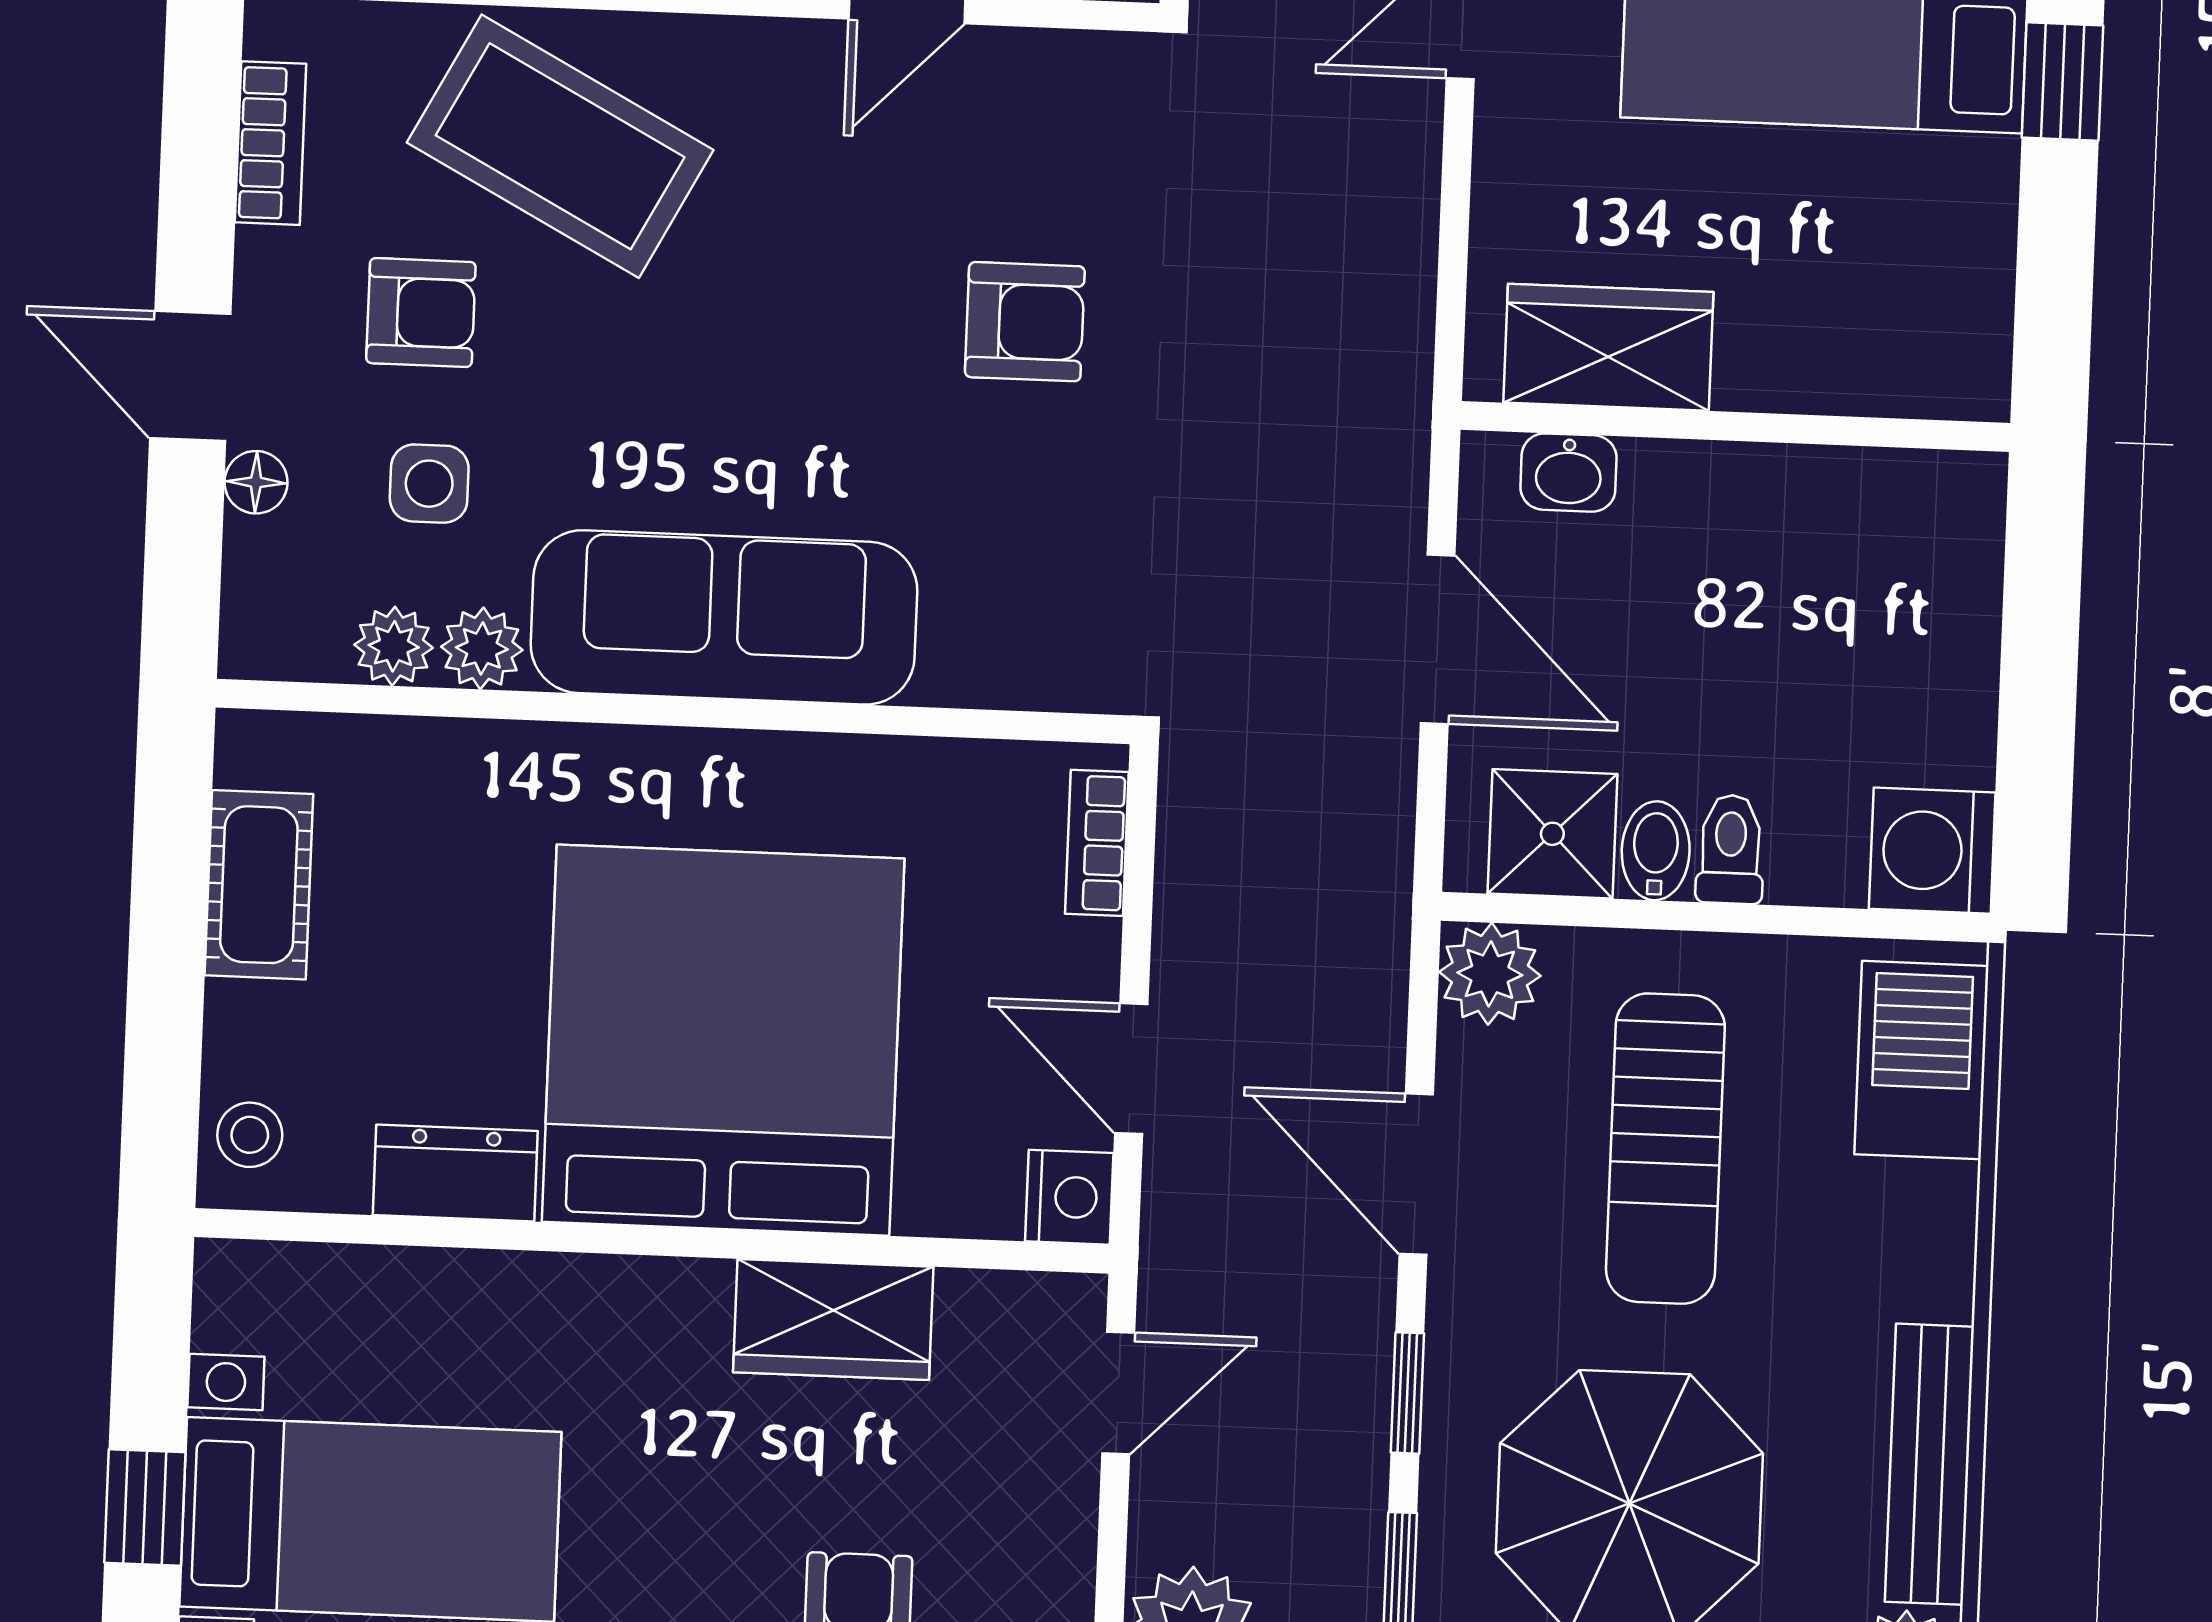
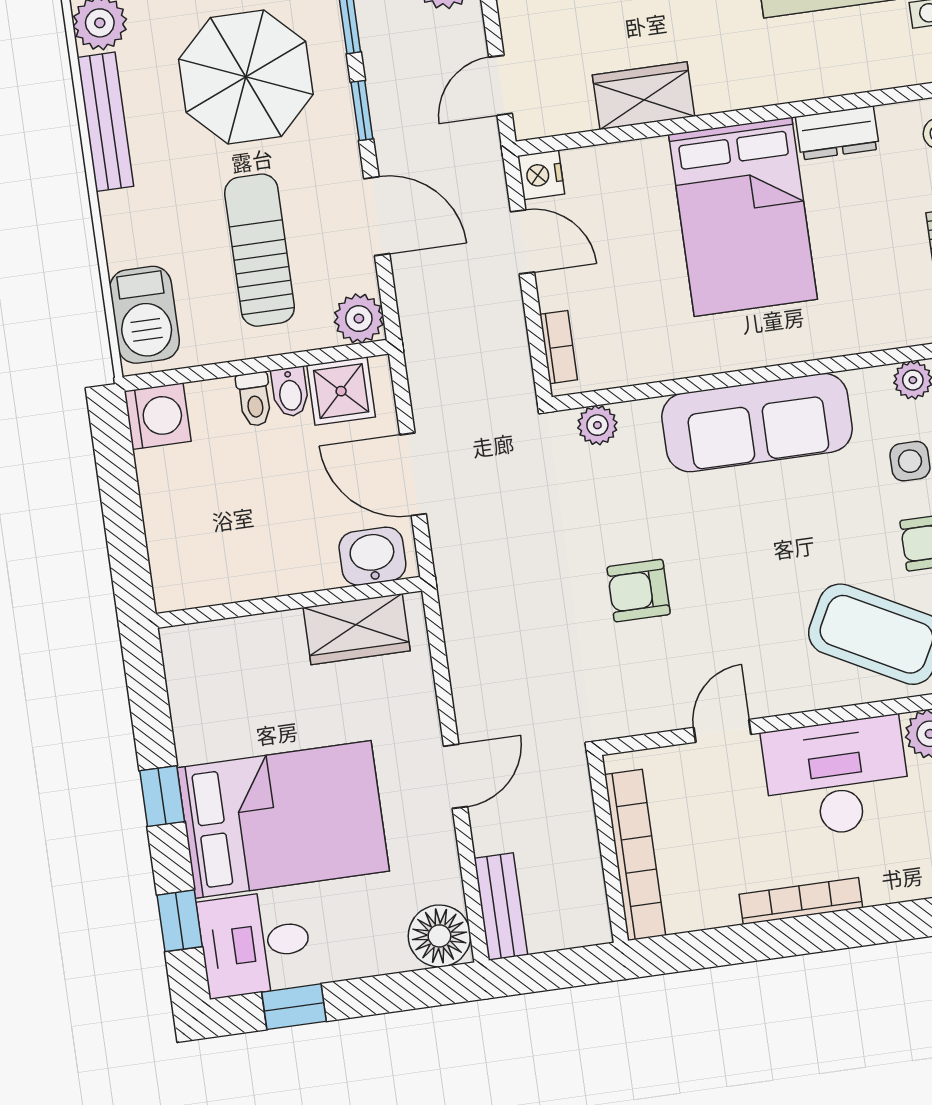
washbasin: (1568, 473) -> (372, 556), width x1.38, depth x1.45
plant: (482, 648) -> (597, 425), moved
bed: (723, 1040) -> (743, 217), width x0.73

